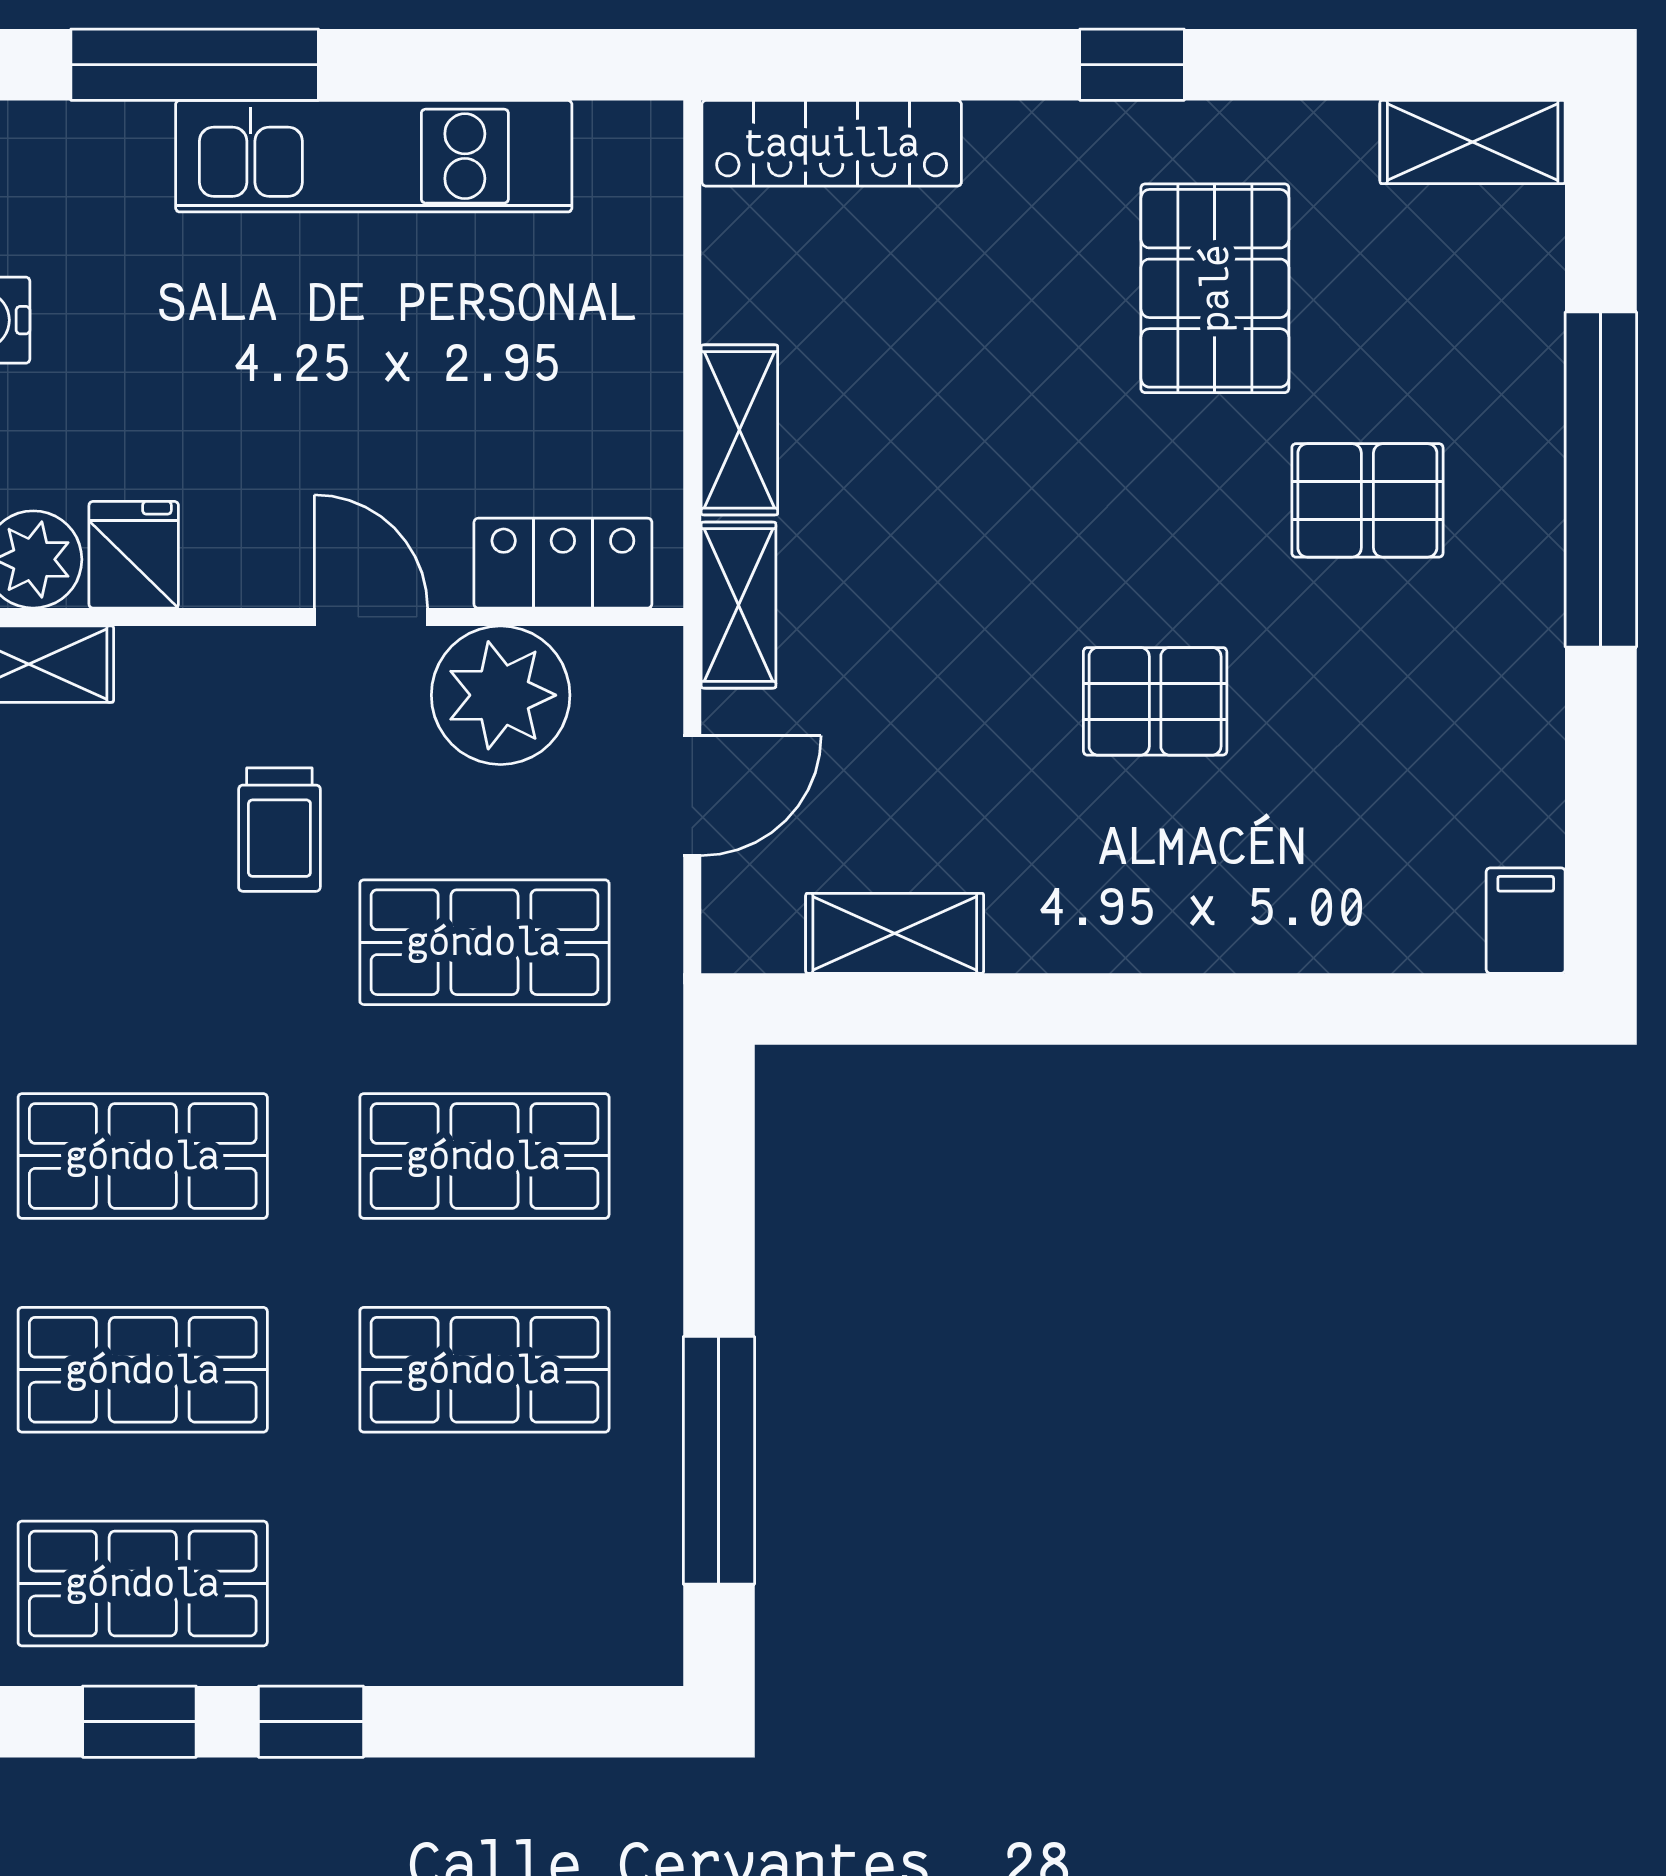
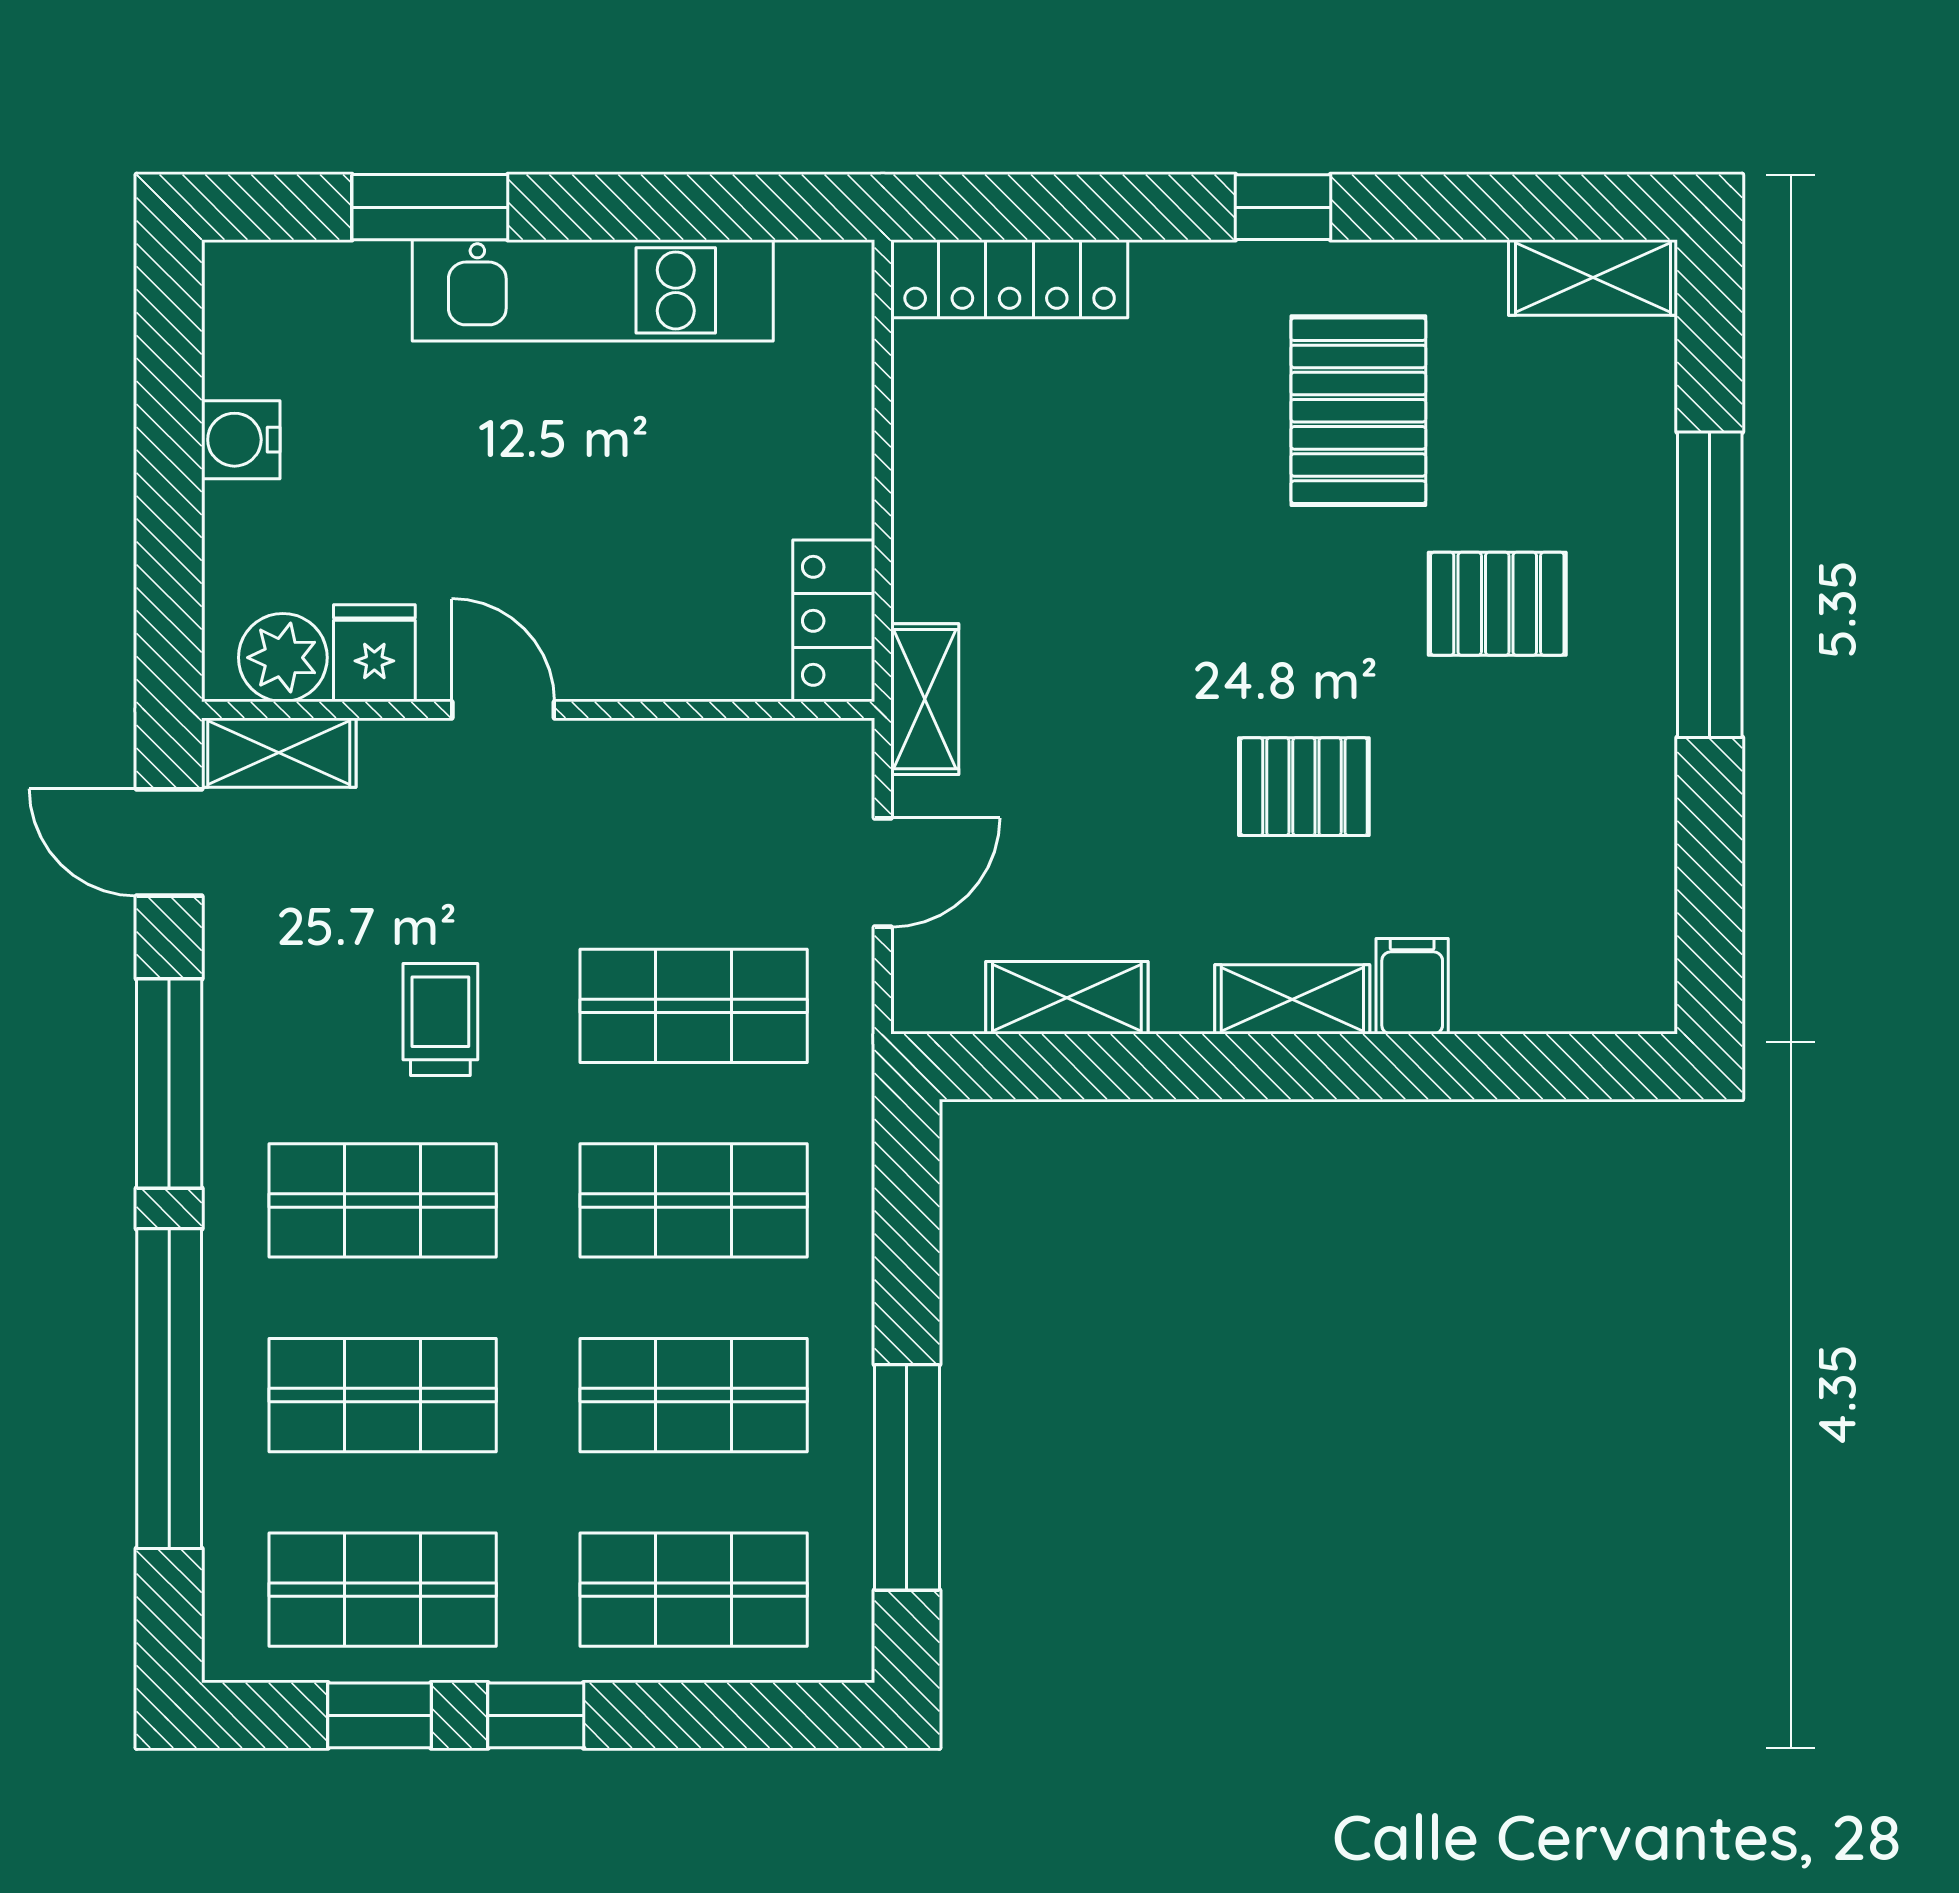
window: (195, 65) -> (430, 207), width x0.69
shelving: (739, 430) -> (1292, 999), moved, turned 90
locker: (563, 563) -> (834, 621), moved, turned -90
door: (371, 617) -> (503, 710), moved
plant: (501, 695) -> (708, 781), removed
trolley: (279, 830) -> (440, 1020), moved, turned 180
filing cabinet: (1526, 921) -> (1412, 986), moved
shop shelf: (484, 1583) -> (694, 1590), added

